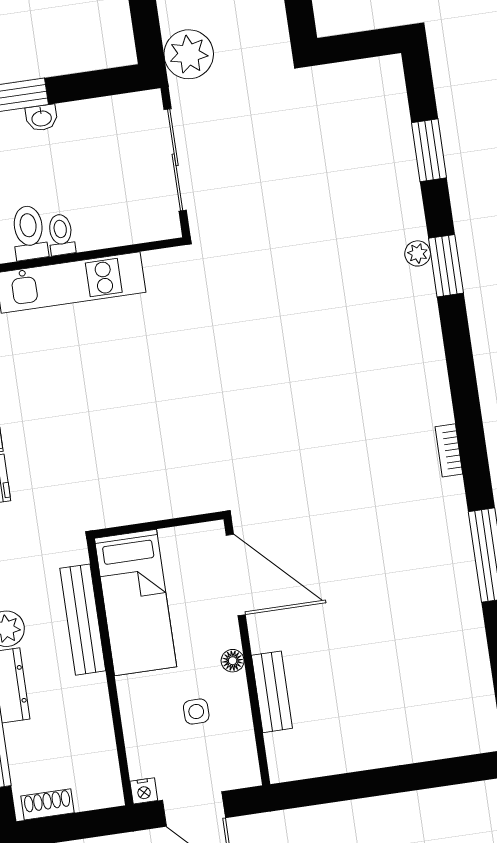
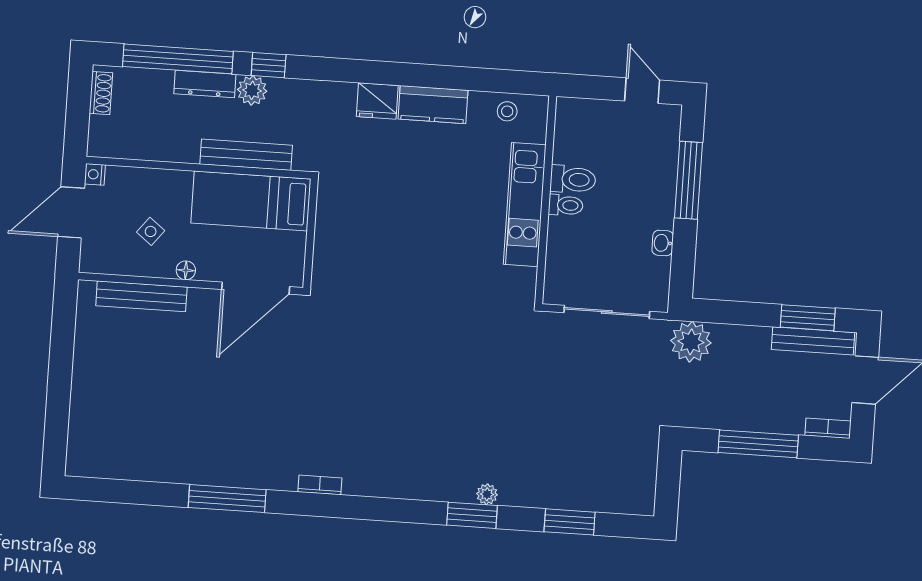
washbasin: (42, 118) -> (663, 243), moved
bench: (272, 692) -> (141, 296), width x1.36
side table: (196, 712) -> (151, 231), turned 38

